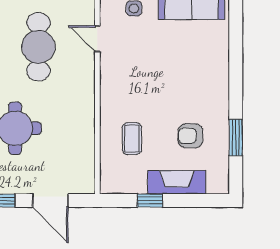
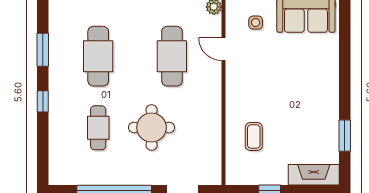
armchair: (190, 136) -> (305, 134), removed
fireplace: (177, 182) -> (314, 175), moved

